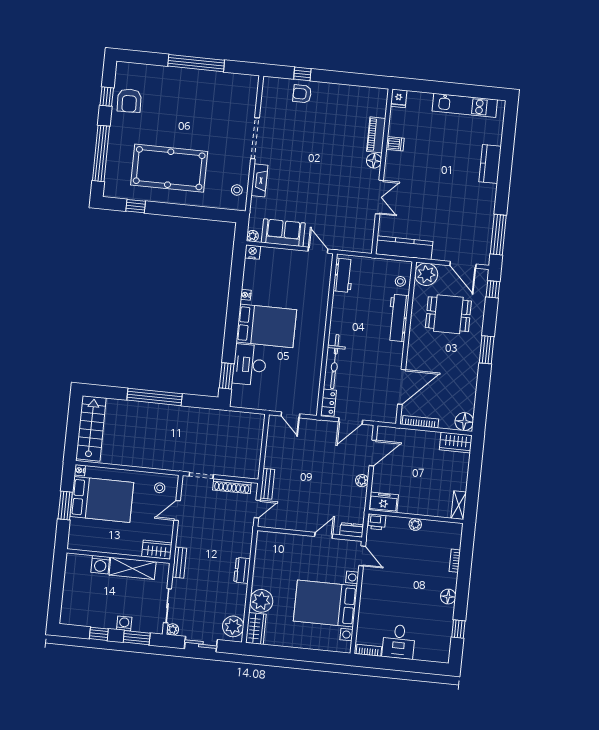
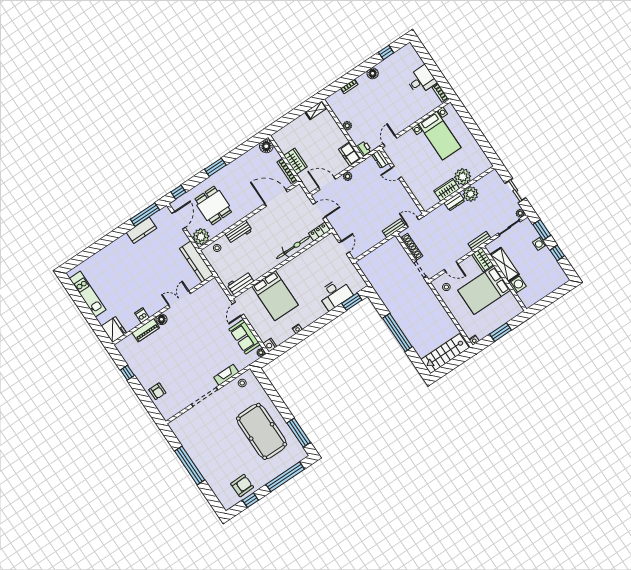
window: (302, 74) -> (127, 373), moved
fridge: (399, 98) -> (114, 329), width x1.88, depth x1.34
kitchen counter: (490, 164) -> (142, 230), moved
window: (136, 206) -> (299, 433), width x2.17
workbench: (398, 318) -> (239, 232), width x0.73
bed: (266, 326) -> (275, 296), moved, turned 180
wardrobe: (456, 442) -> (295, 161), moved
bed: (102, 499) -> (484, 290), moved, turned -90
bed with nightstands: (325, 604) -> (440, 136), width x0.73
plant: (233, 626) -> (470, 194), moved
wardrobe: (256, 628) -> (447, 190), moved

